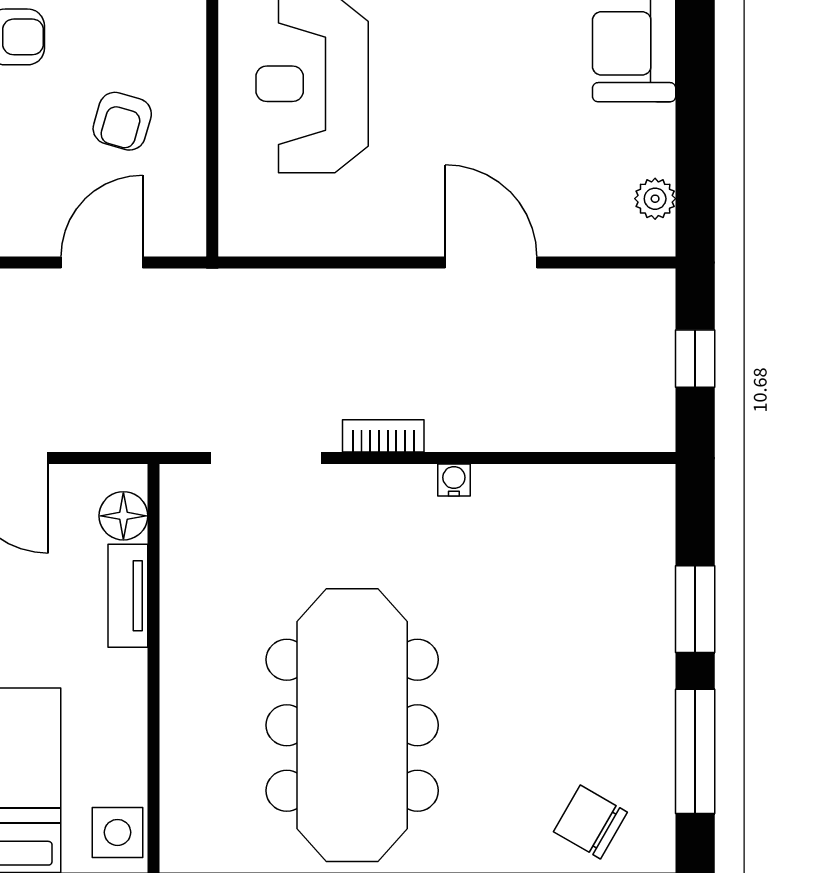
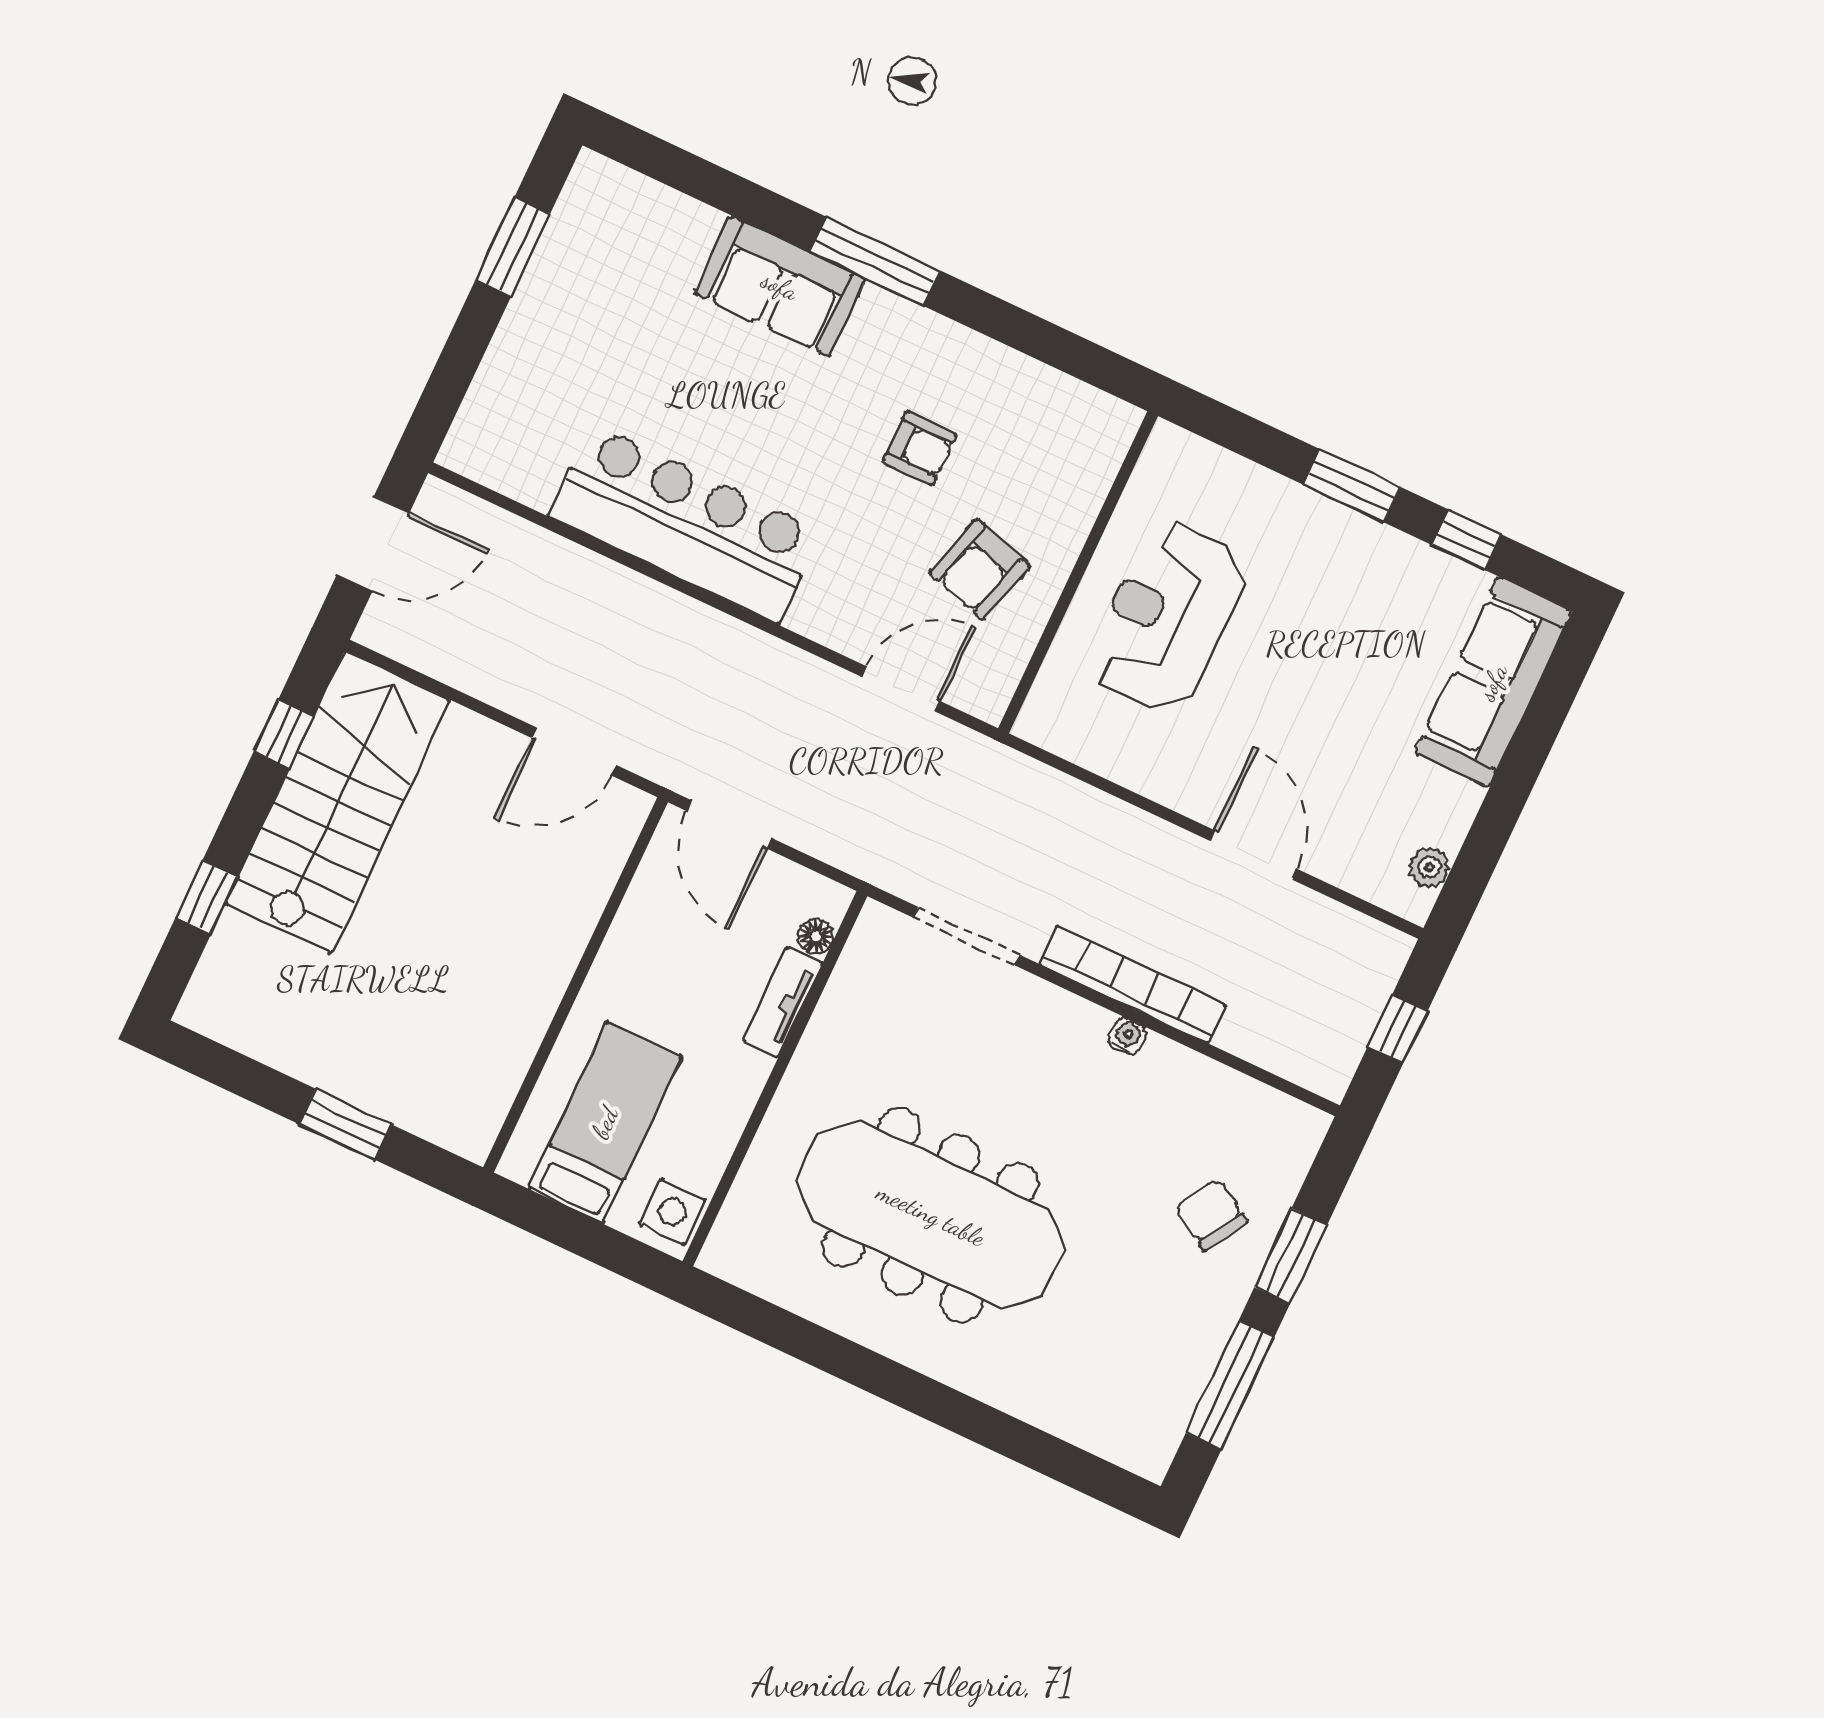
armchair: (122, 121) -> (980, 570), width x1.38, depth x1.38
bookcase: (383, 436) -> (1132, 984), width x2.31, depth x1.31
floor lamp: (123, 516) -> (816, 936), width x0.73, depth x0.73
meeting table: (352, 725) -> (931, 1215), turned 90
chair: (590, 822) -> (1211, 1214), moved

